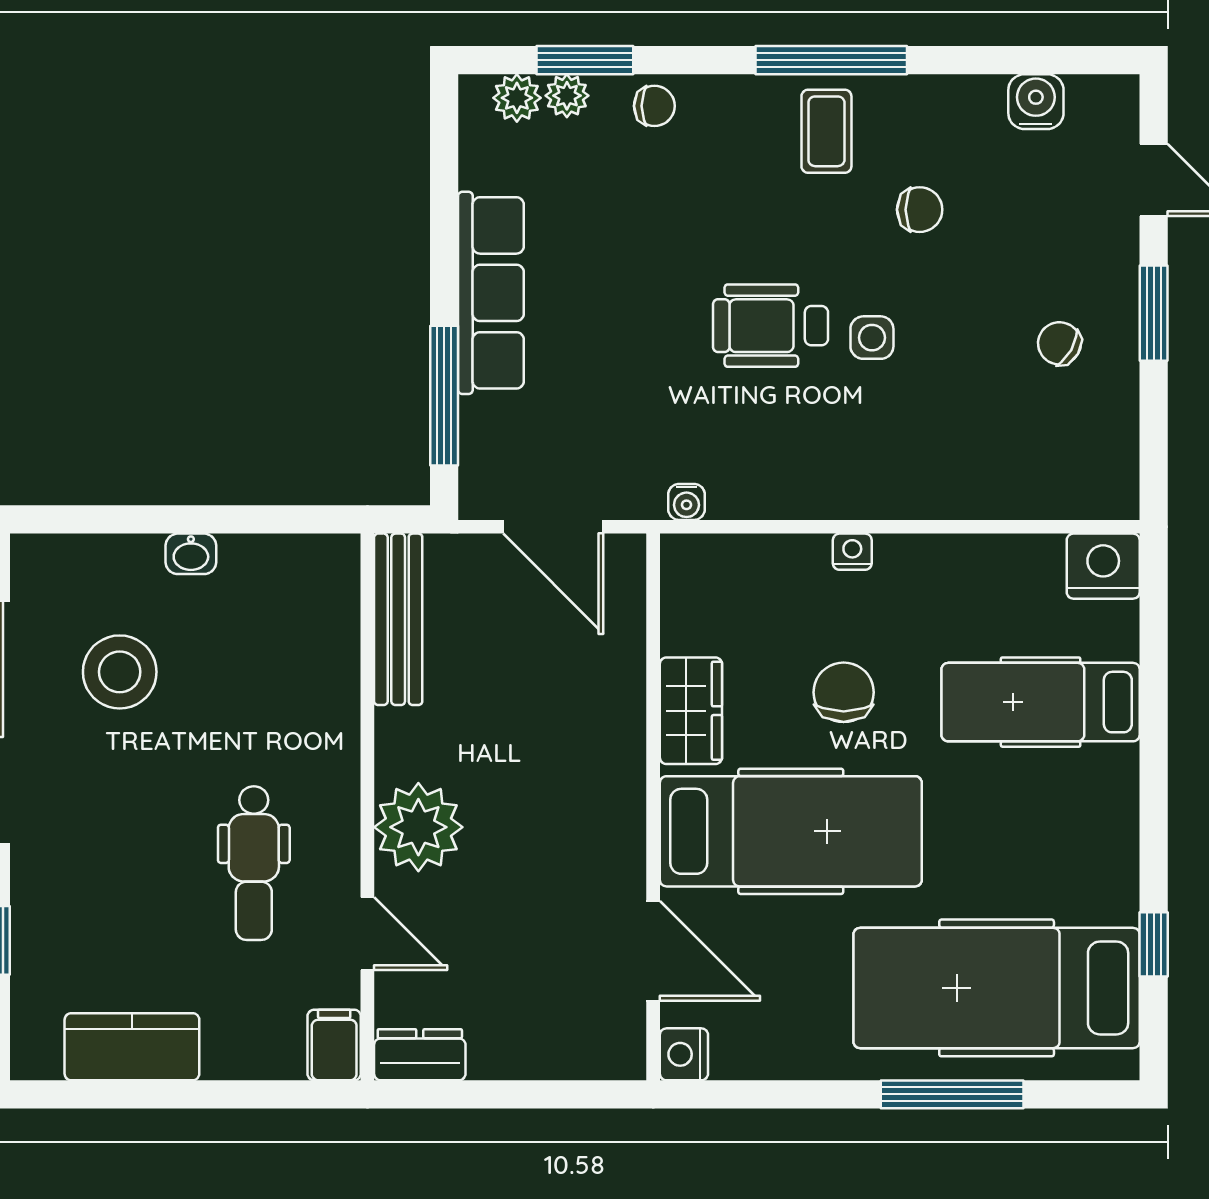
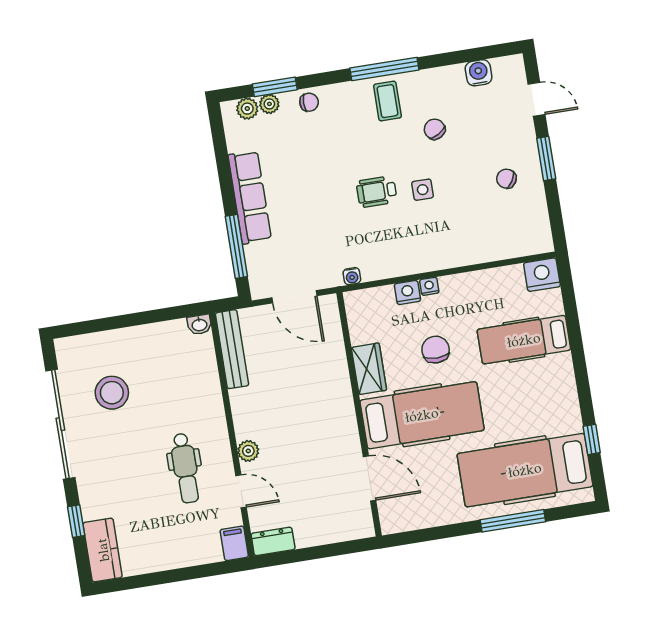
chair: (920, 210) -> (435, 129), turned -120
wheelchair: (771, 326) -> (377, 192), width x0.73, depth x0.73
washbasin: (191, 554) -> (199, 325), moved
plant: (418, 827) -> (248, 451), width x0.53, depth x0.53
kitchen counter: (132, 1047) -> (103, 550), moved, turned 90
nightstand: (684, 1054) -> (407, 293), moved, turned 90

